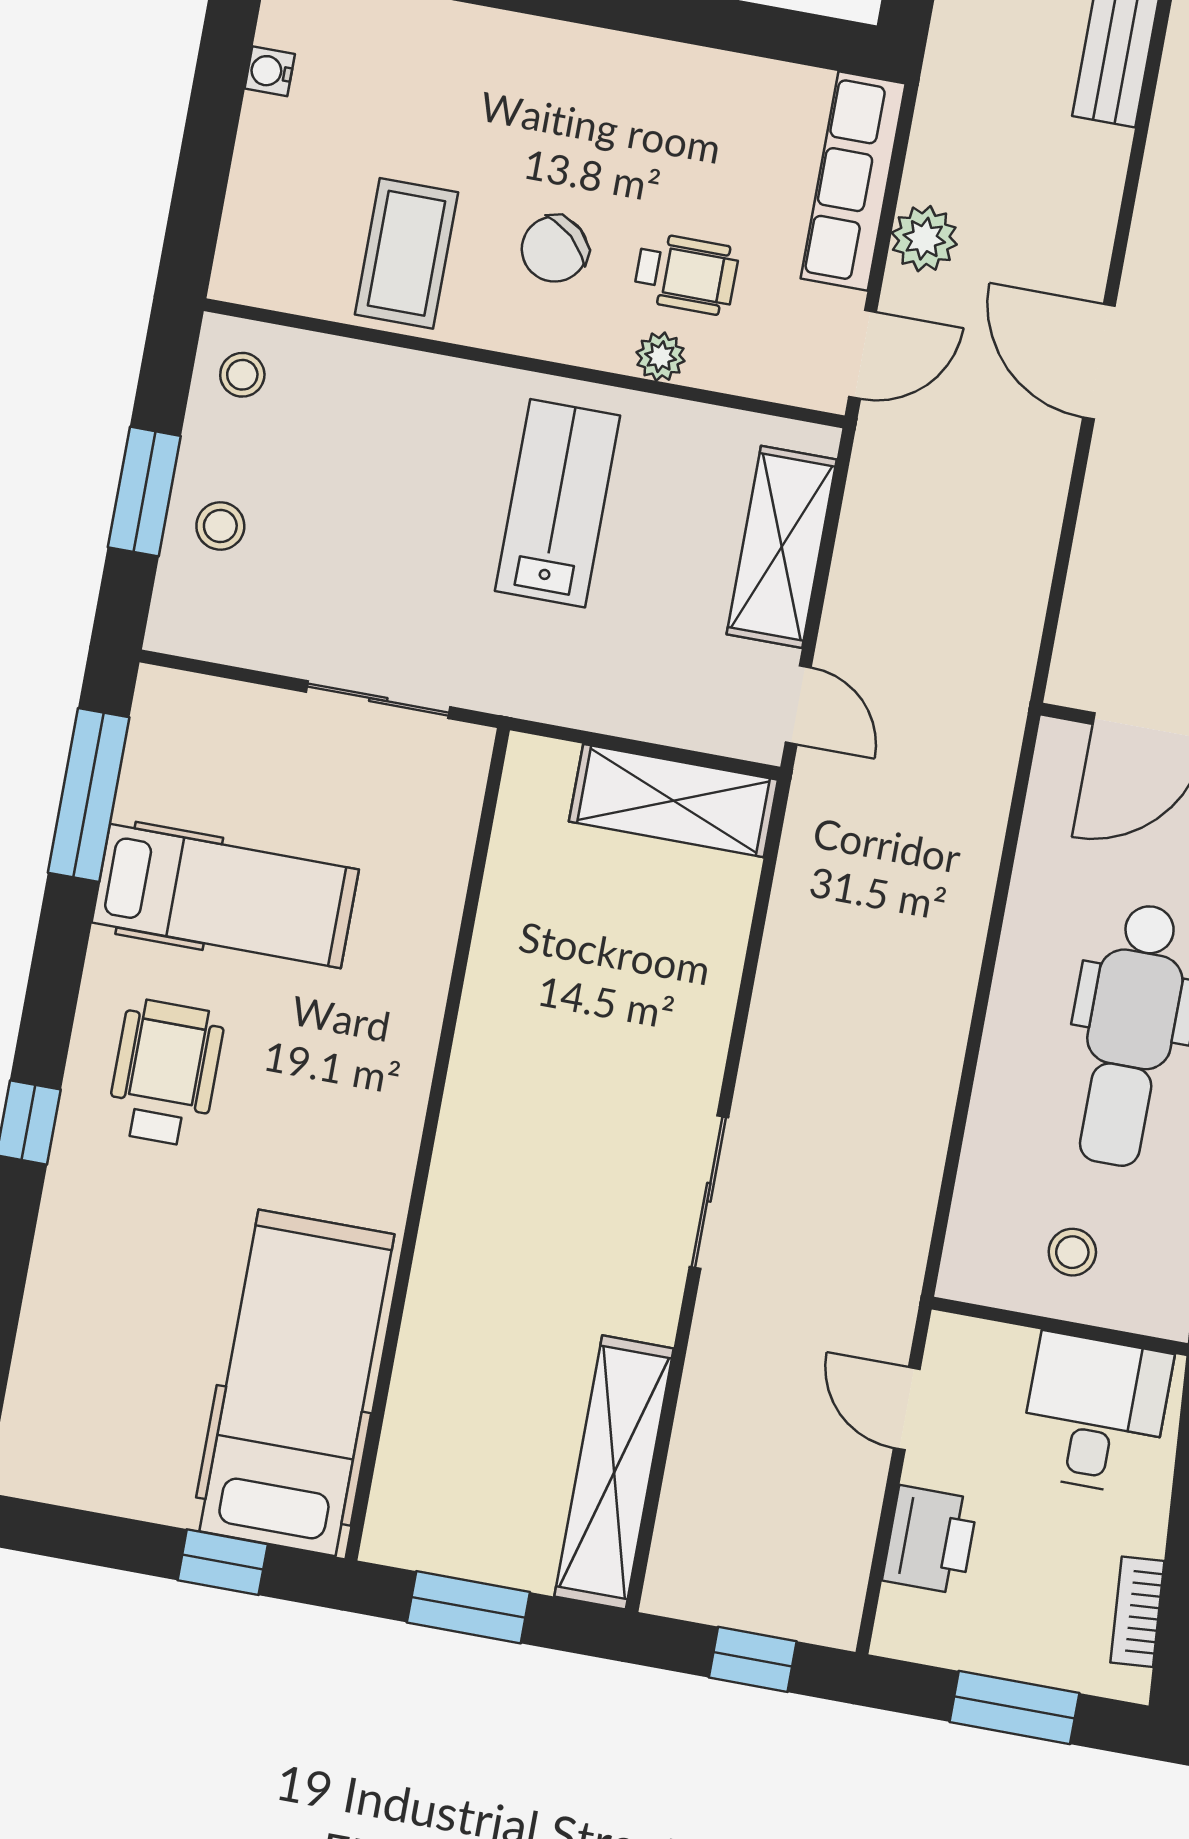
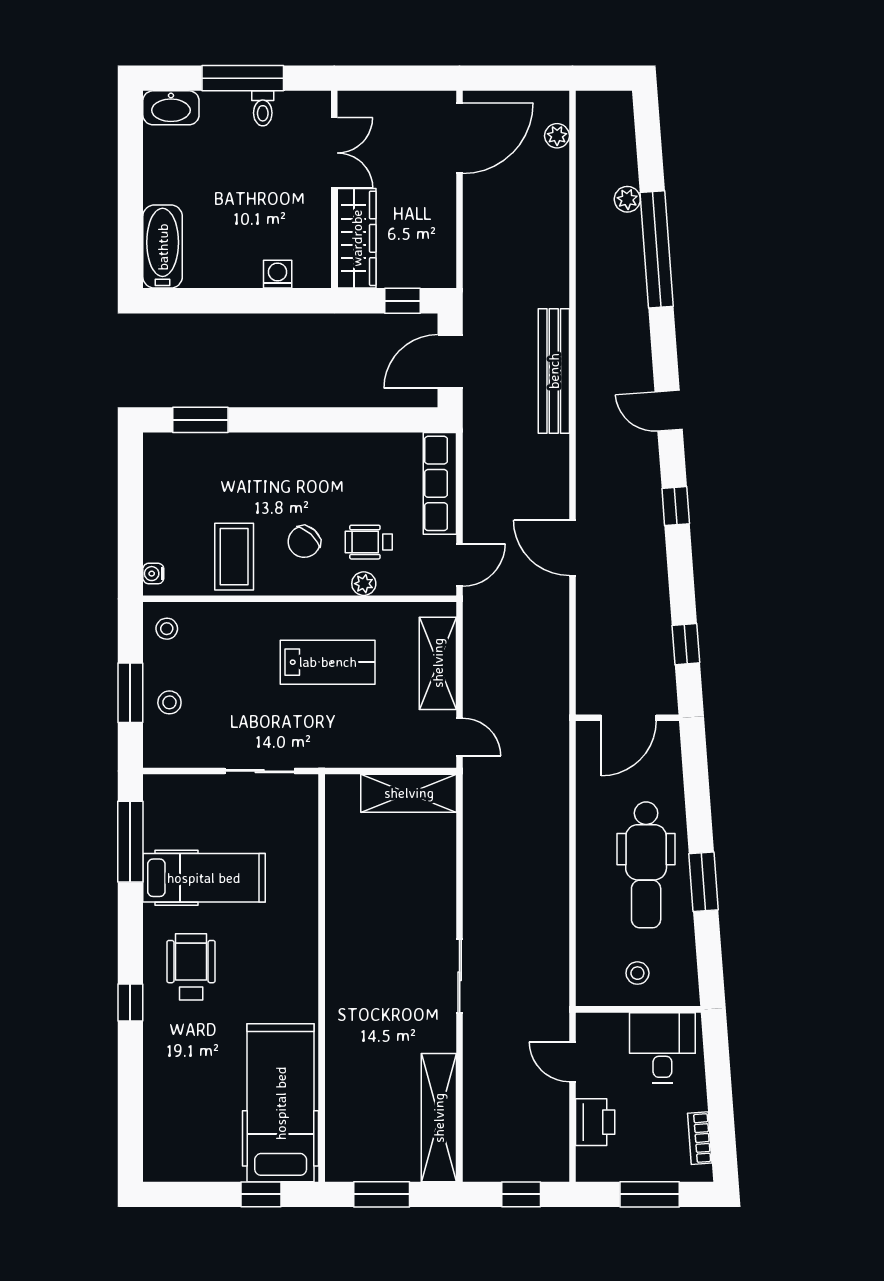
water cooler: (270, 71) -> (153, 574), moved
plant: (924, 239) -> (479, 505), removed
wheelchair: (686, 274) -> (369, 542), turned 180
lab bench: (558, 503) -> (328, 662), turned 90

